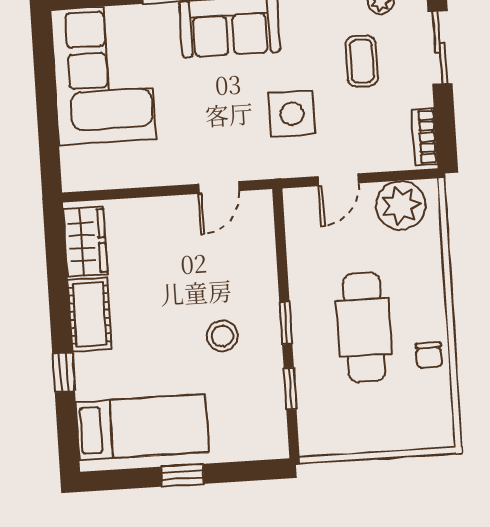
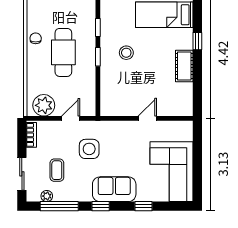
door: (219, 188) -> (147, 118), moved
wardrobe: (85, 242) -> (184, 98), removed

